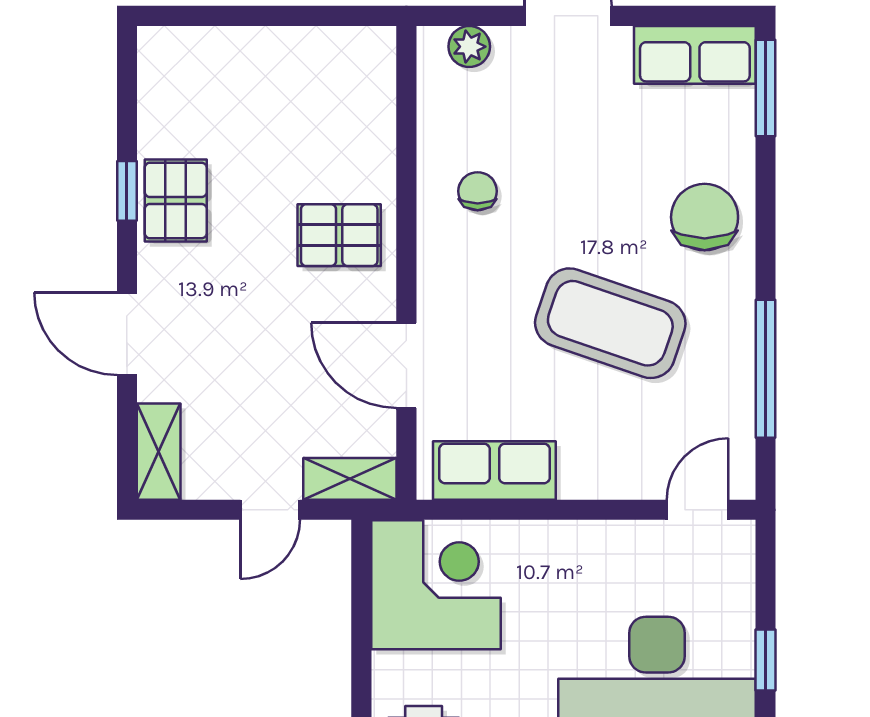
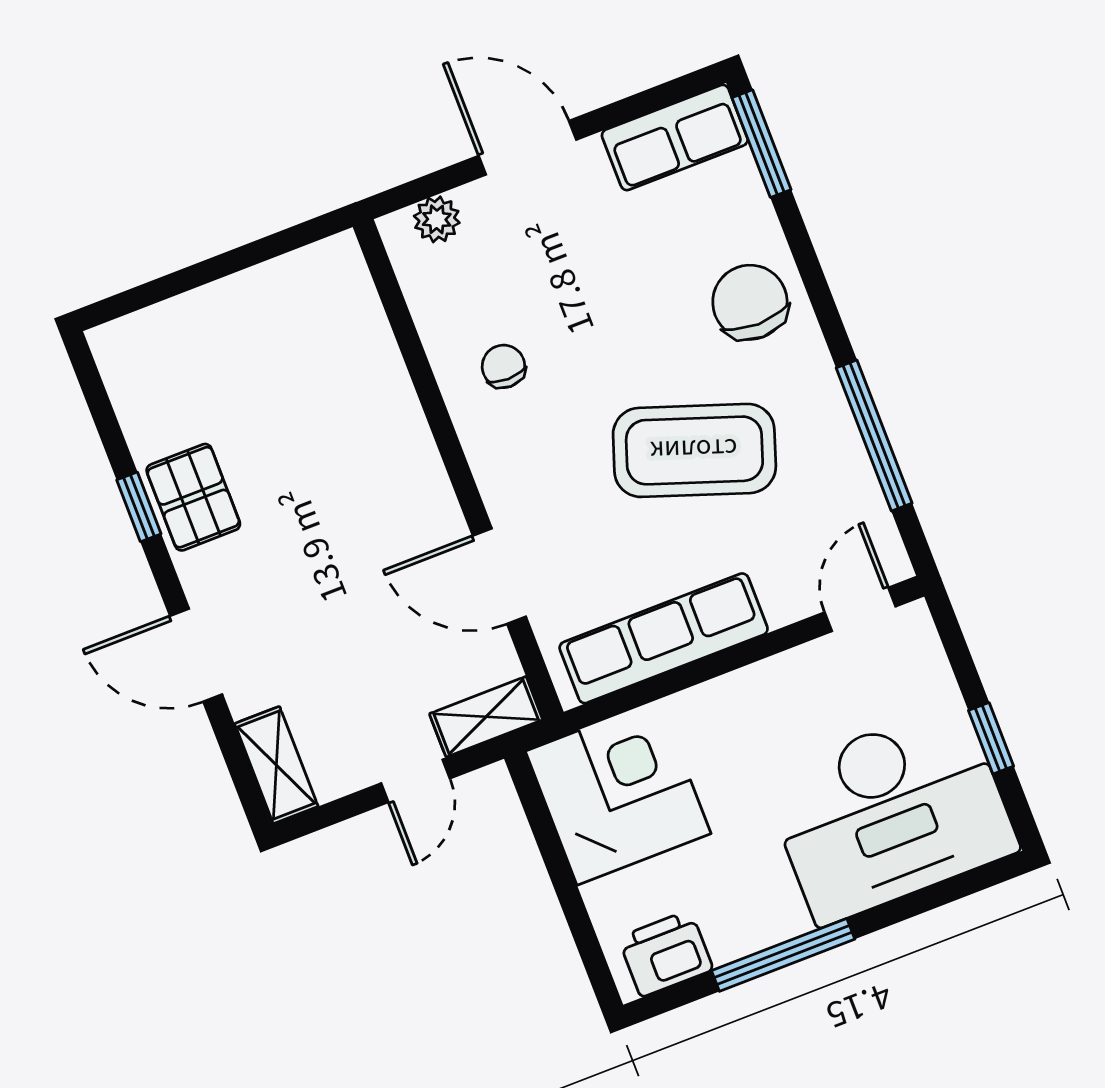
pallet: (339, 235) -> (377, 468), removed
row of seats: (494, 471) -> (664, 638), width x1.48

